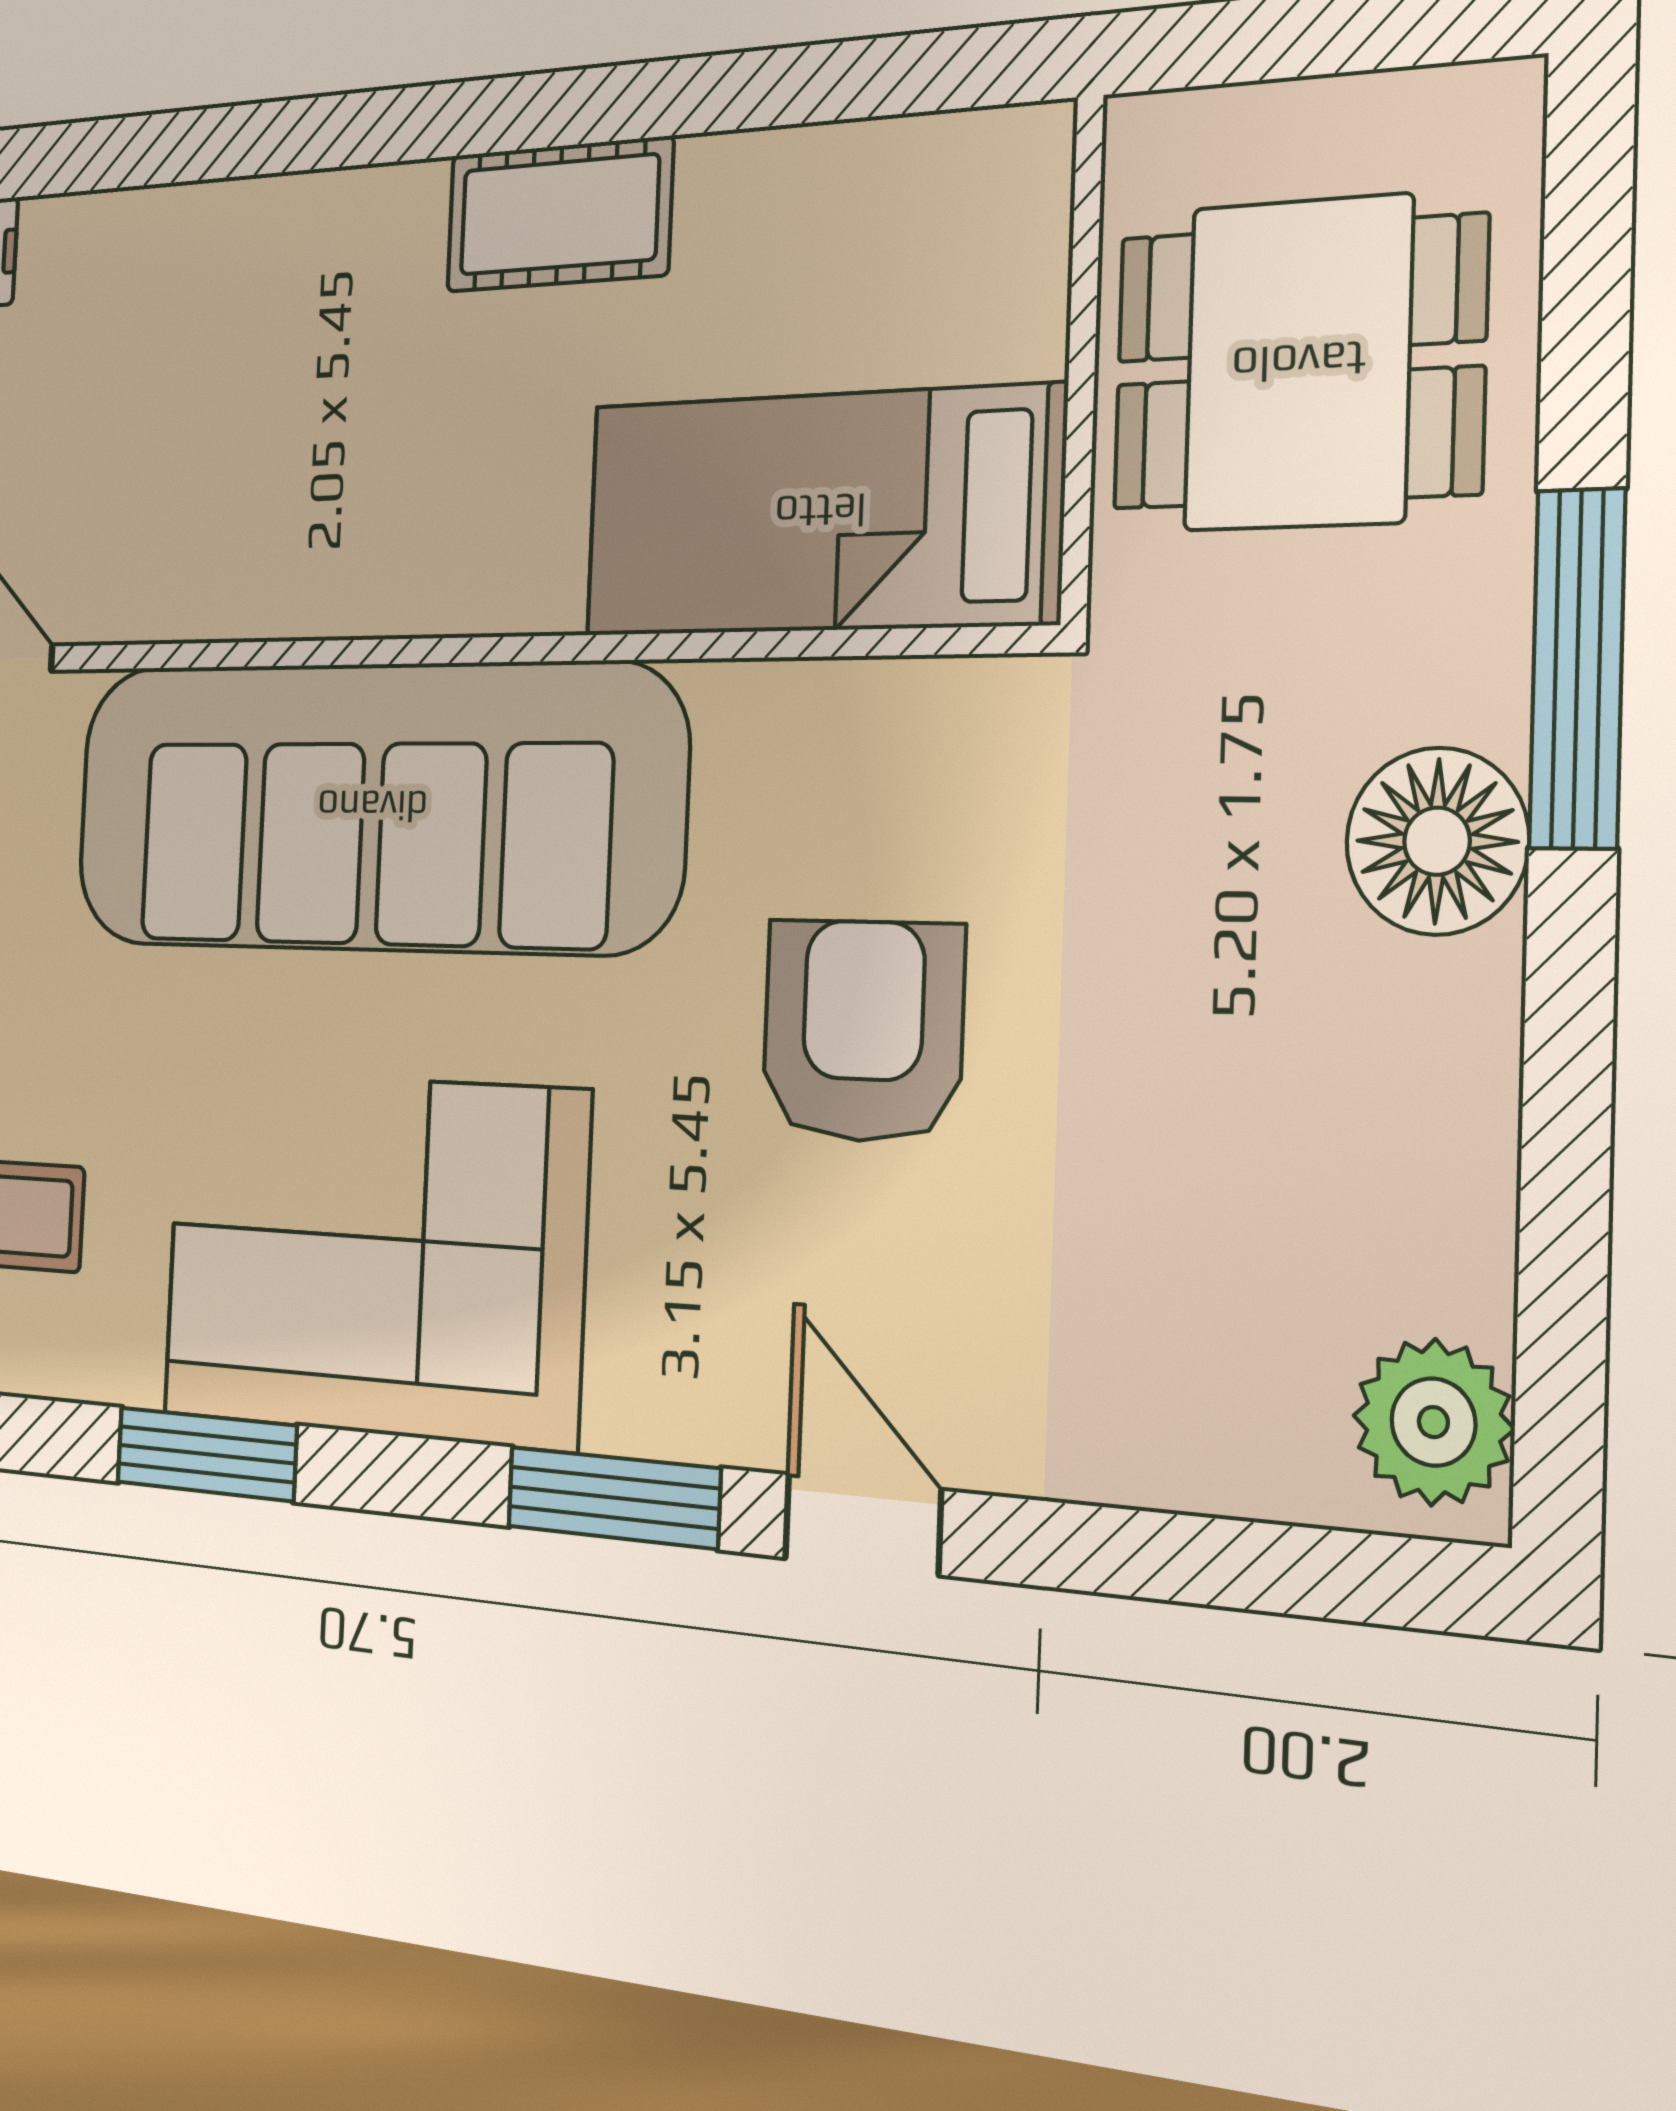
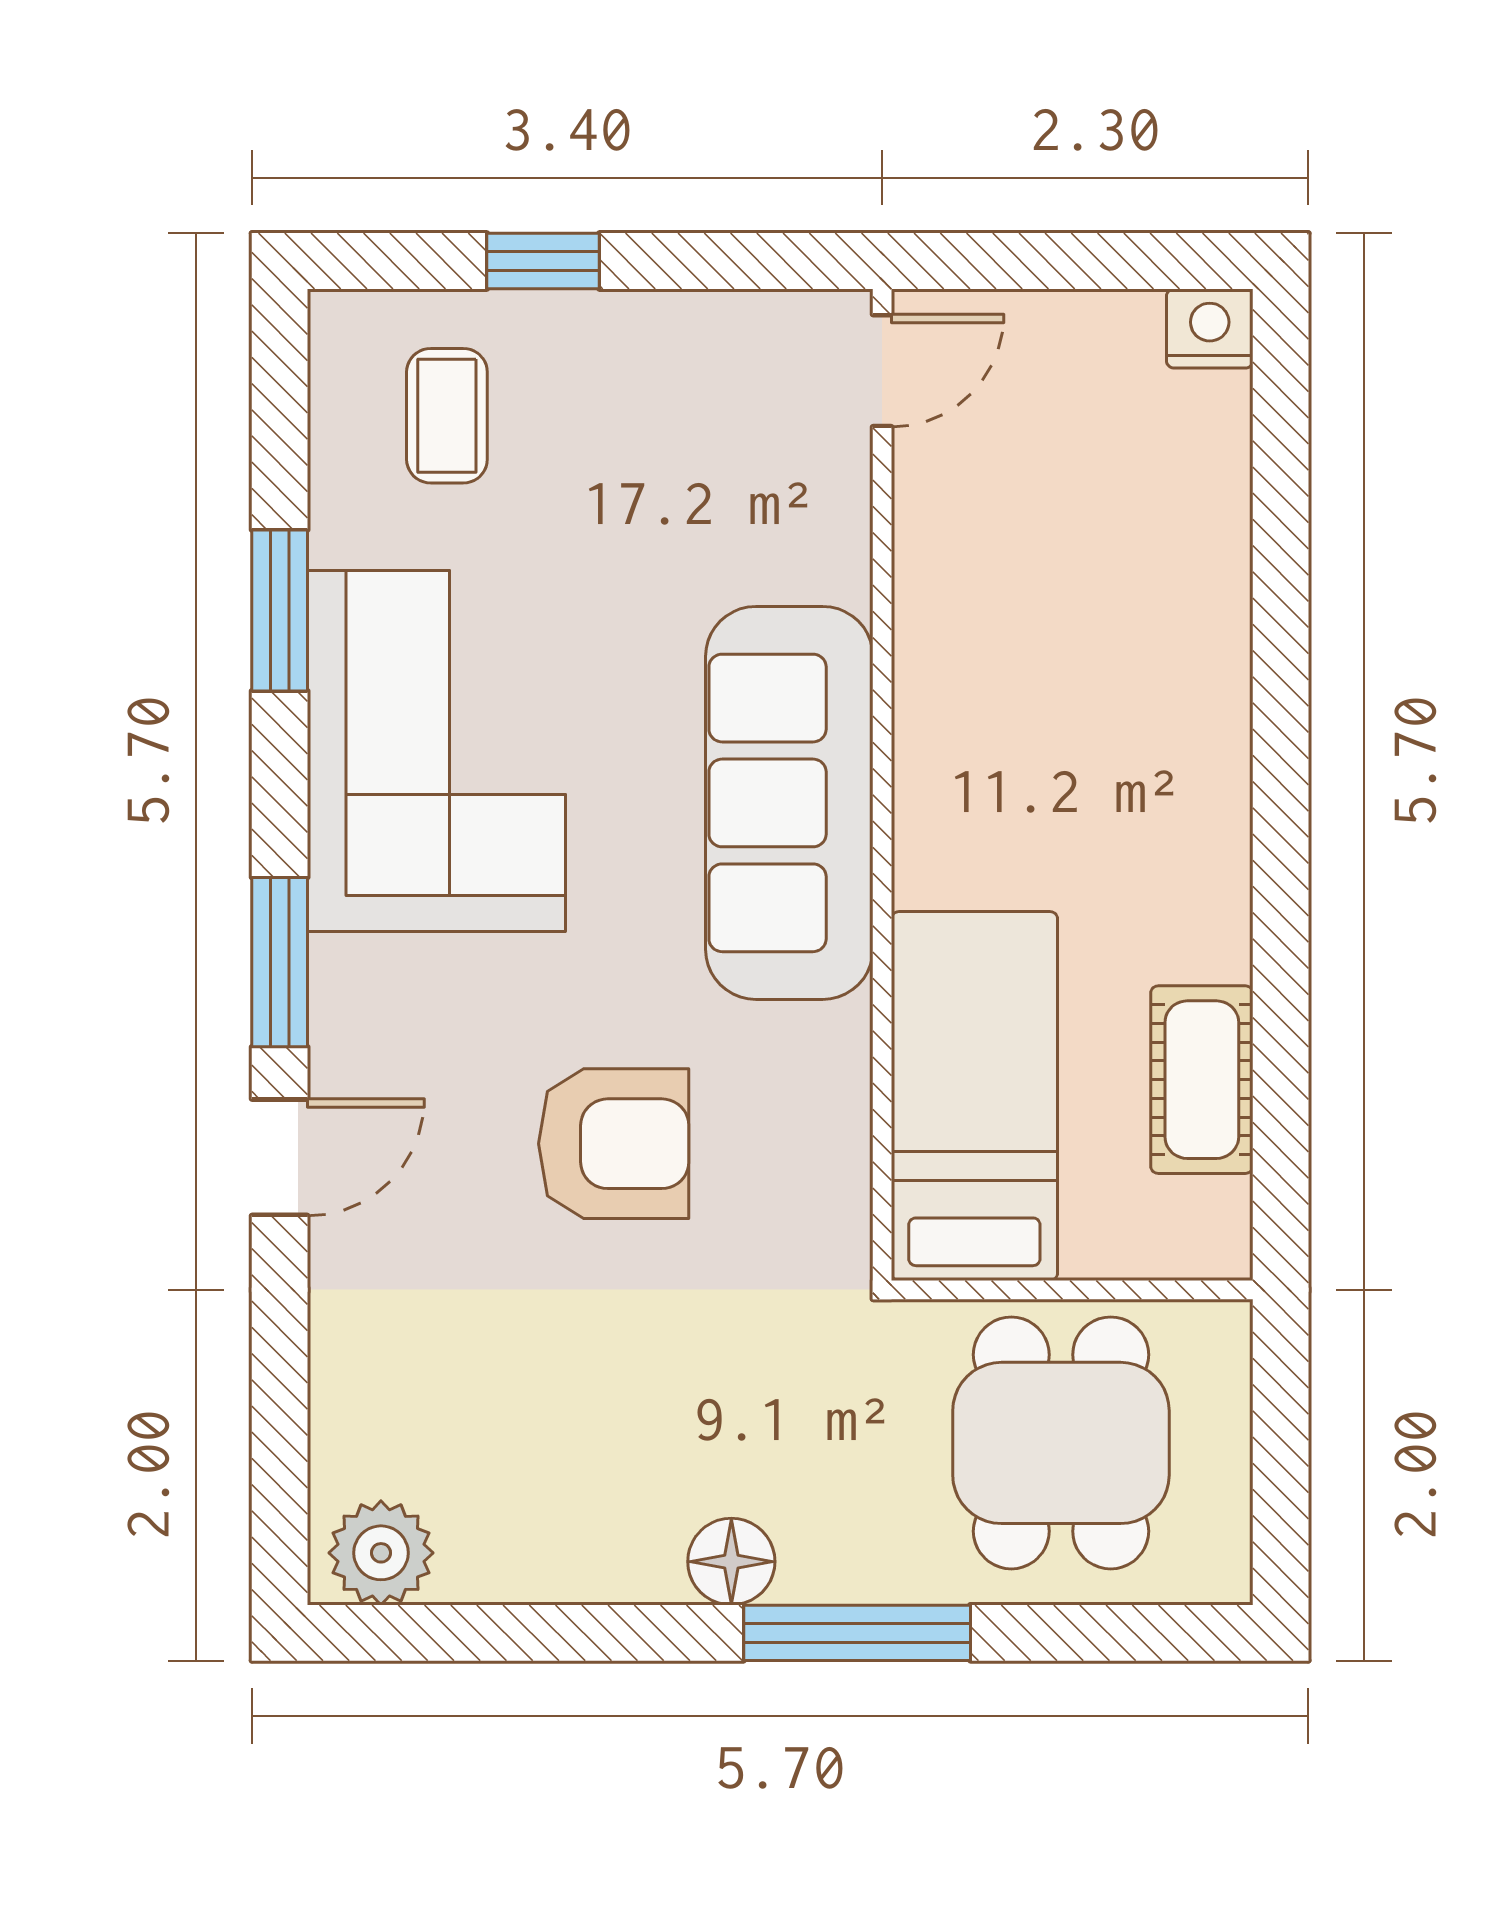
cot: (559, 215) -> (1202, 1080), moved
sofa: (372, 807) -> (789, 803), width x0.74, depth x0.79
floor lamp: (1437, 841) -> (731, 1562), width x0.73, depth x0.73

